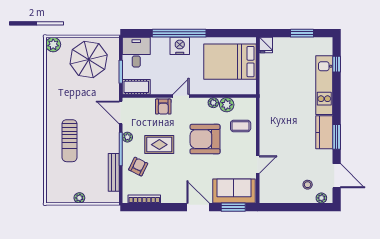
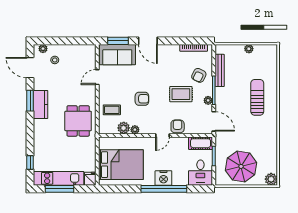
window: (302, 33) -> (59, 189), width x1.44
kitchen unit: (324, 85) -> (59, 178), moved, turned -90
dining table: (280, 113) -> (78, 121), added
armchair: (205, 139) -> (142, 99), width x0.53, depth x0.53

